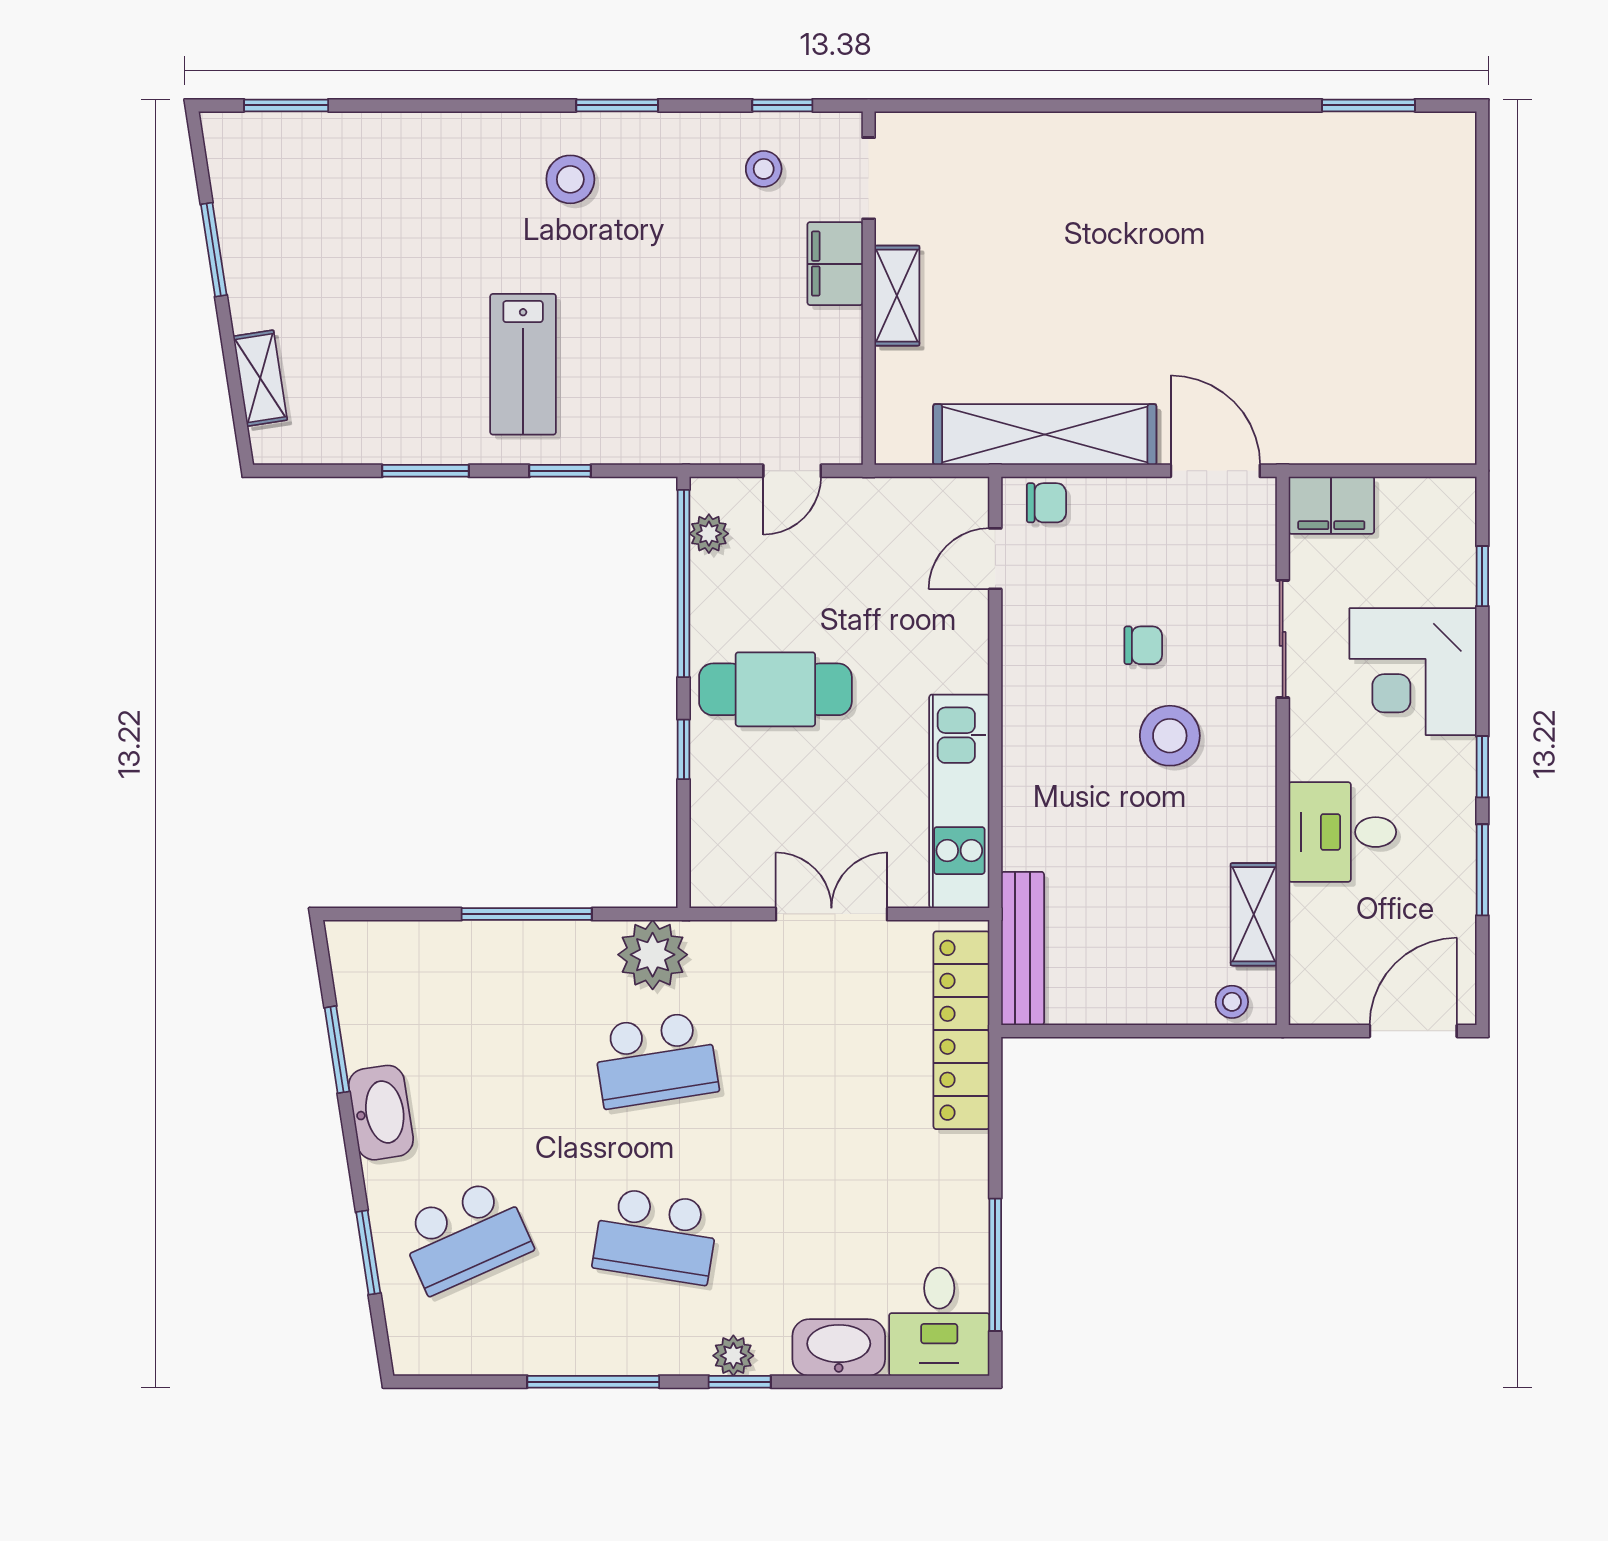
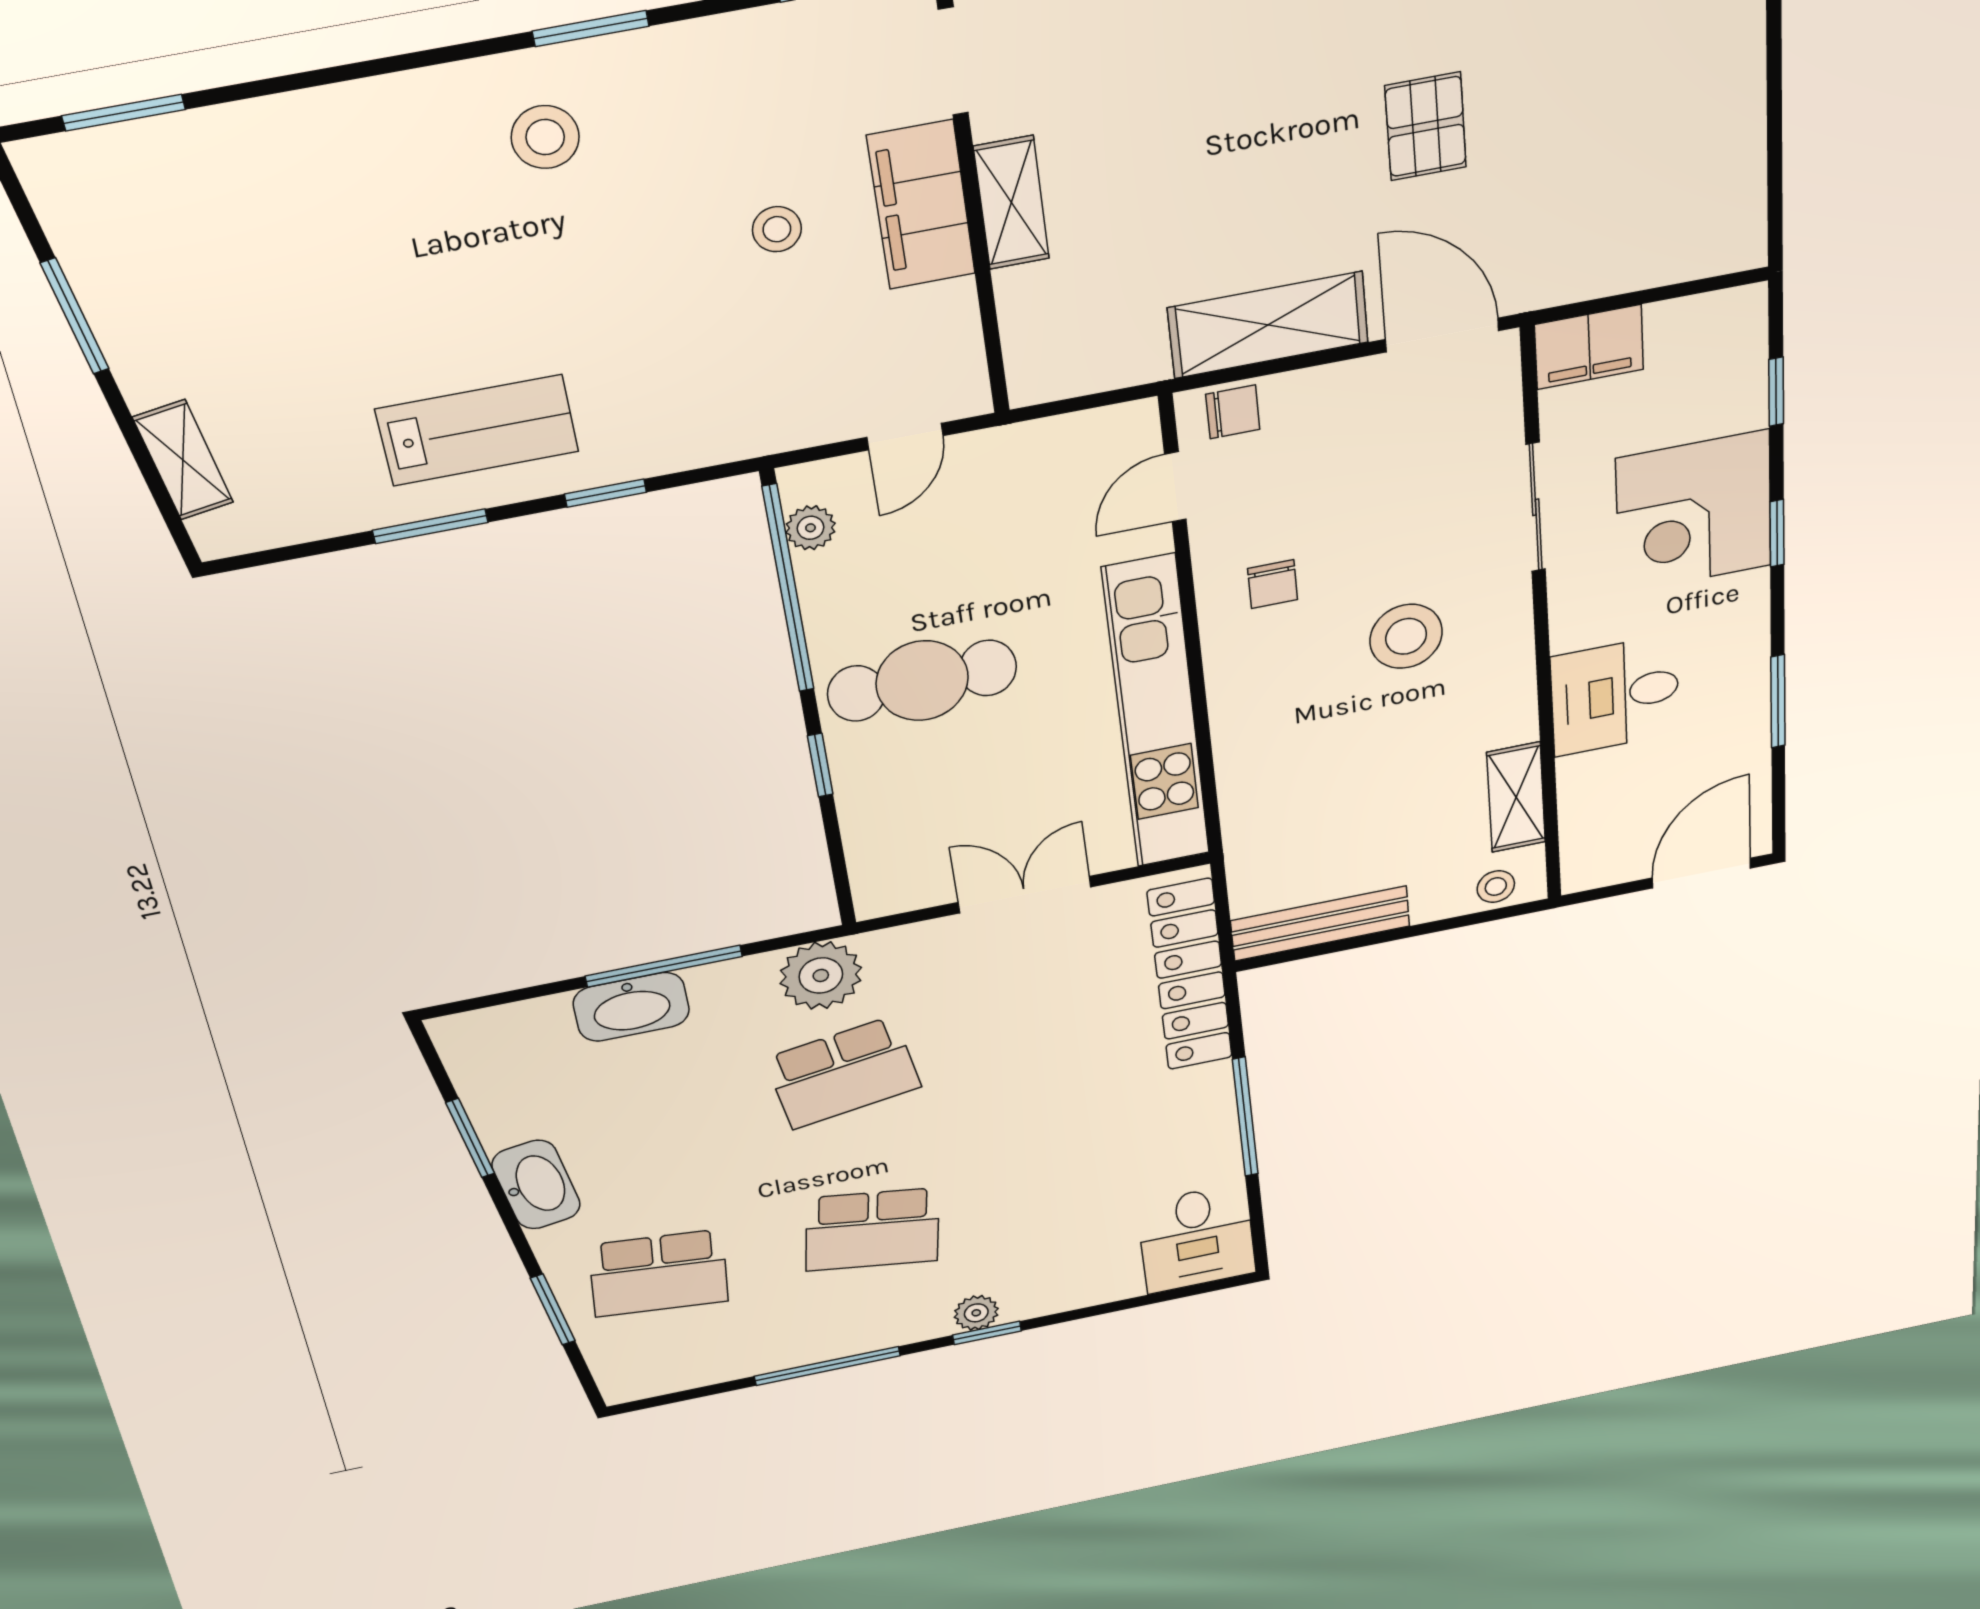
stool: (764, 169) -> (777, 229), moved
filing cabinet: (835, 264) -> (921, 205), width x1.50, depth x1.17
pallet: (1213, 296) -> (1426, 126), added
lab bench: (523, 364) -> (477, 430), moved, turned -90
shelving: (1045, 435) -> (1268, 325), width x0.68
chair: (1143, 645) -> (1273, 584), moved, turned 90
window: (1482, 767) -> (1777, 533), moved
kitchen unit: (959, 801) -> (1156, 713), width x1.36
bench: (1023, 948) -> (1320, 923), moved, turned 90
school desk: (465, 1236) -> (659, 1273), turned 30
window: (995, 1265) -> (1245, 1117), moved
washbasin: (839, 1347) -> (631, 1007), moved, turned 180

